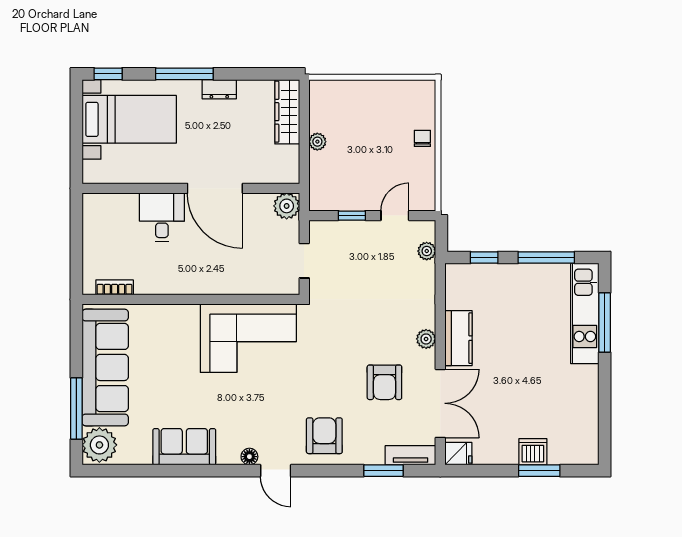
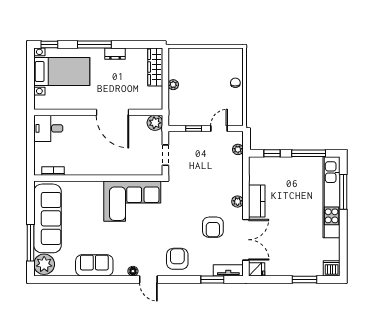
desk: (162, 217) -> (48, 128), moved, turned -90
kitchen unit: (585, 313) -> (332, 197), width x1.36
dishwasher: (533, 452) -> (332, 268), moved

